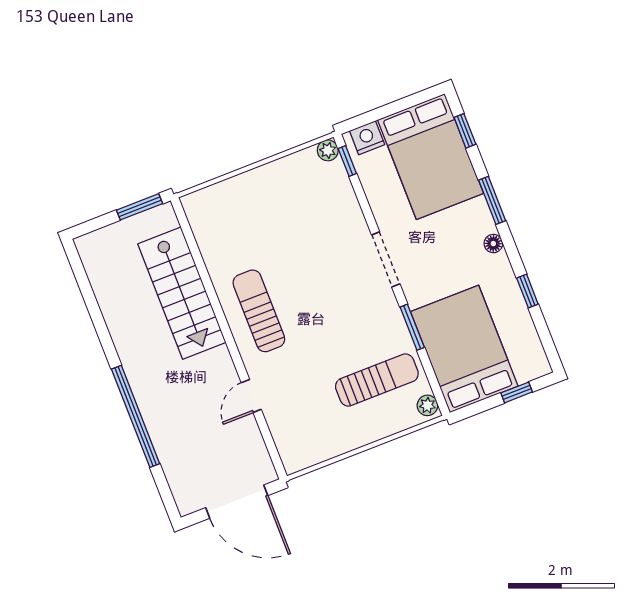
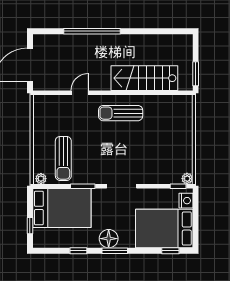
window: (492, 200) -> (115, 251), moved
floor lamp: (493, 244) -> (109, 239), width x1.89, depth x1.89
sun lounger: (259, 311) -> (121, 113), turned 180
door: (251, 396) -> (80, 93), hinge flipped

